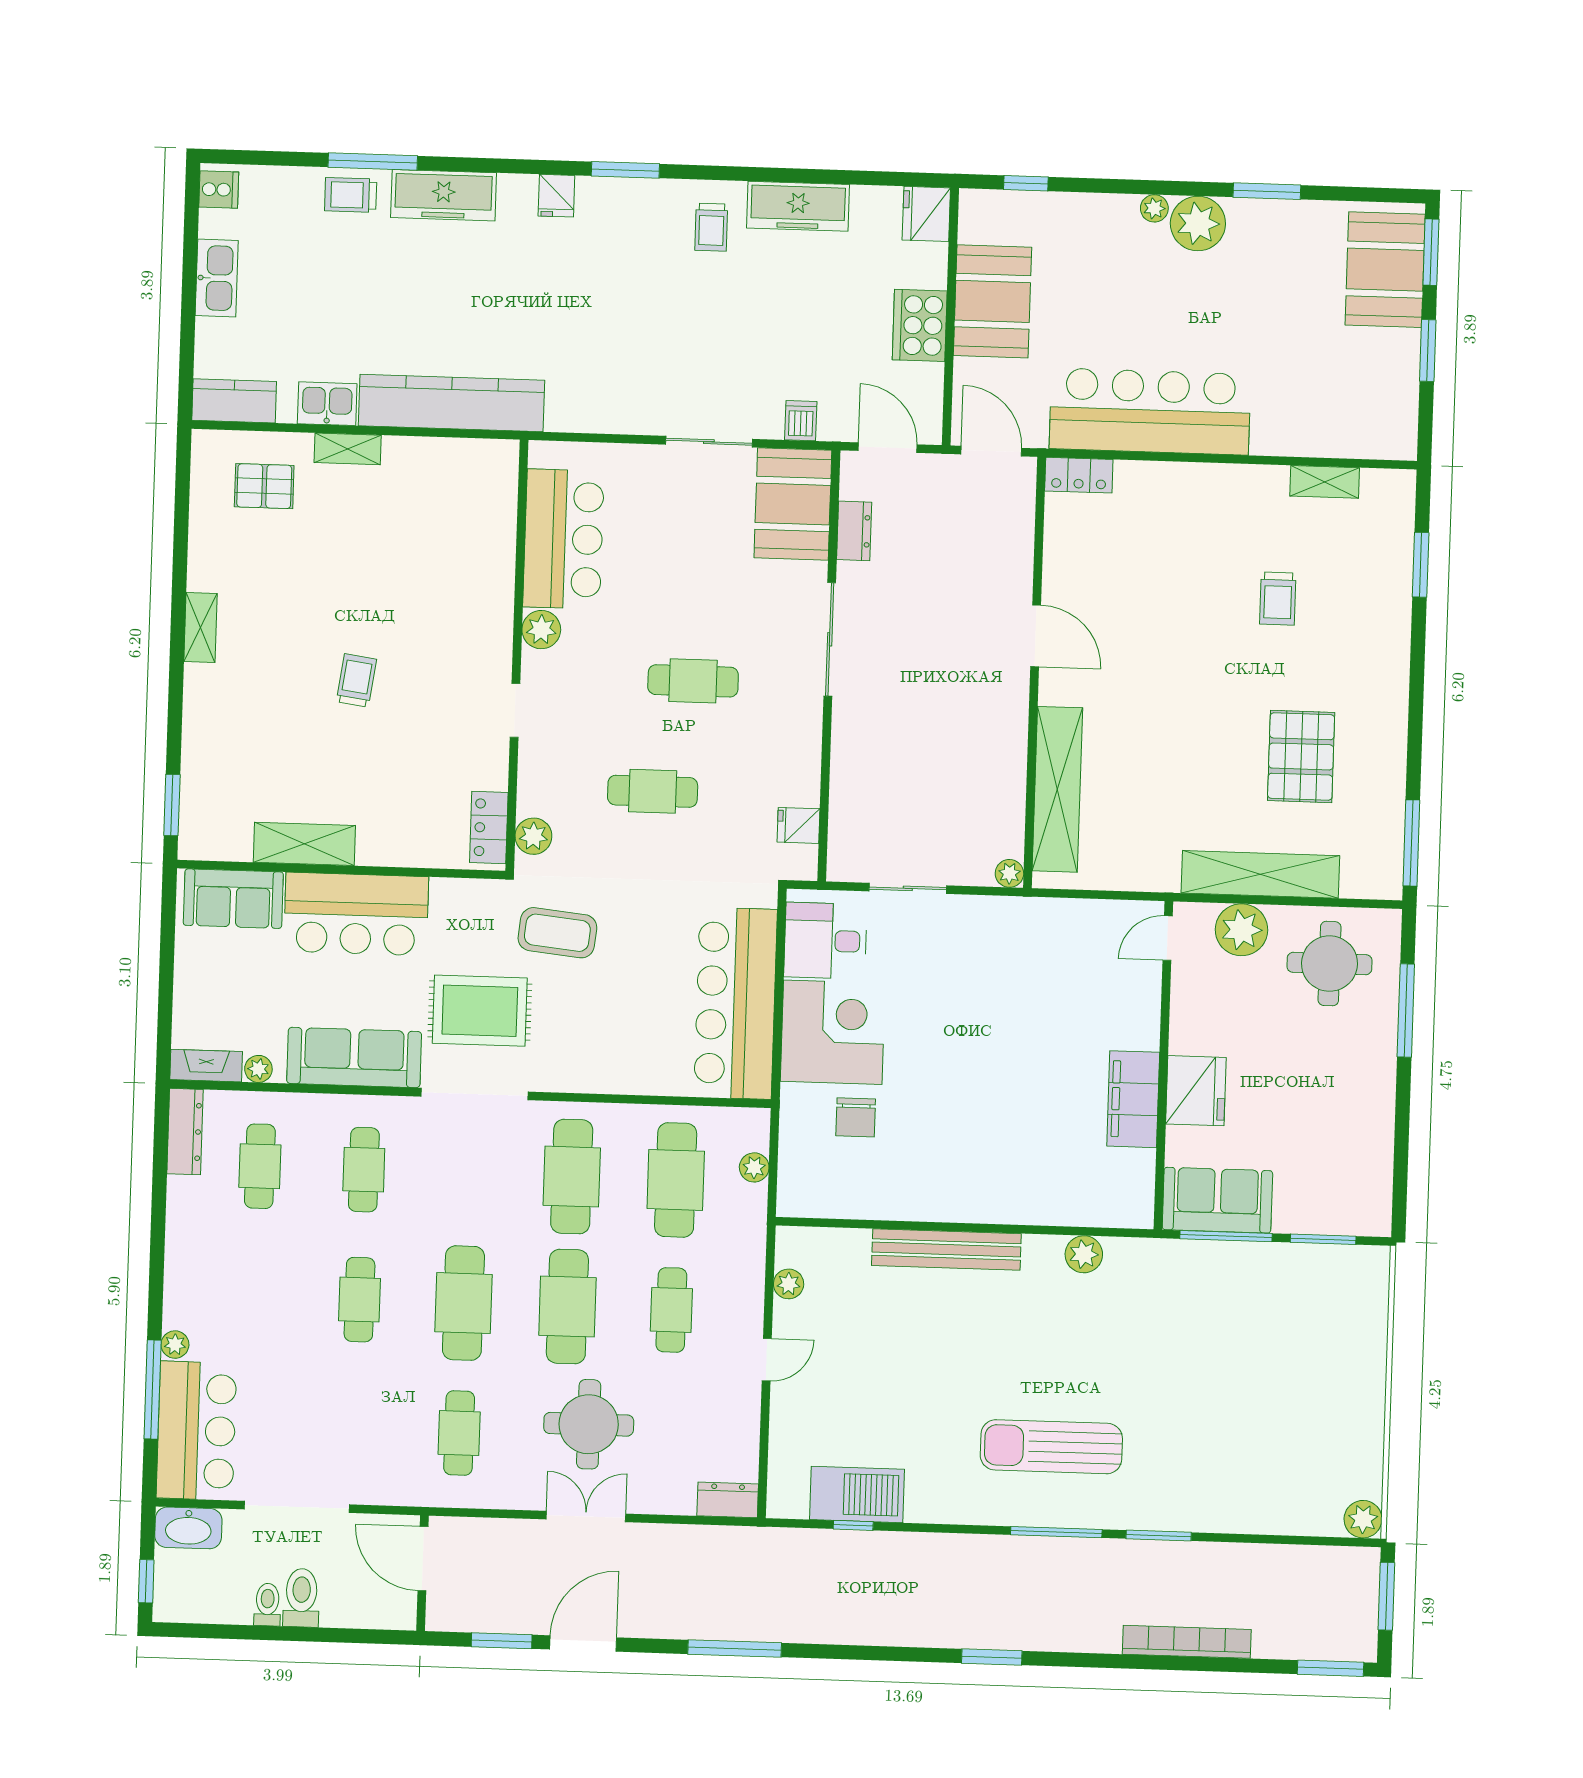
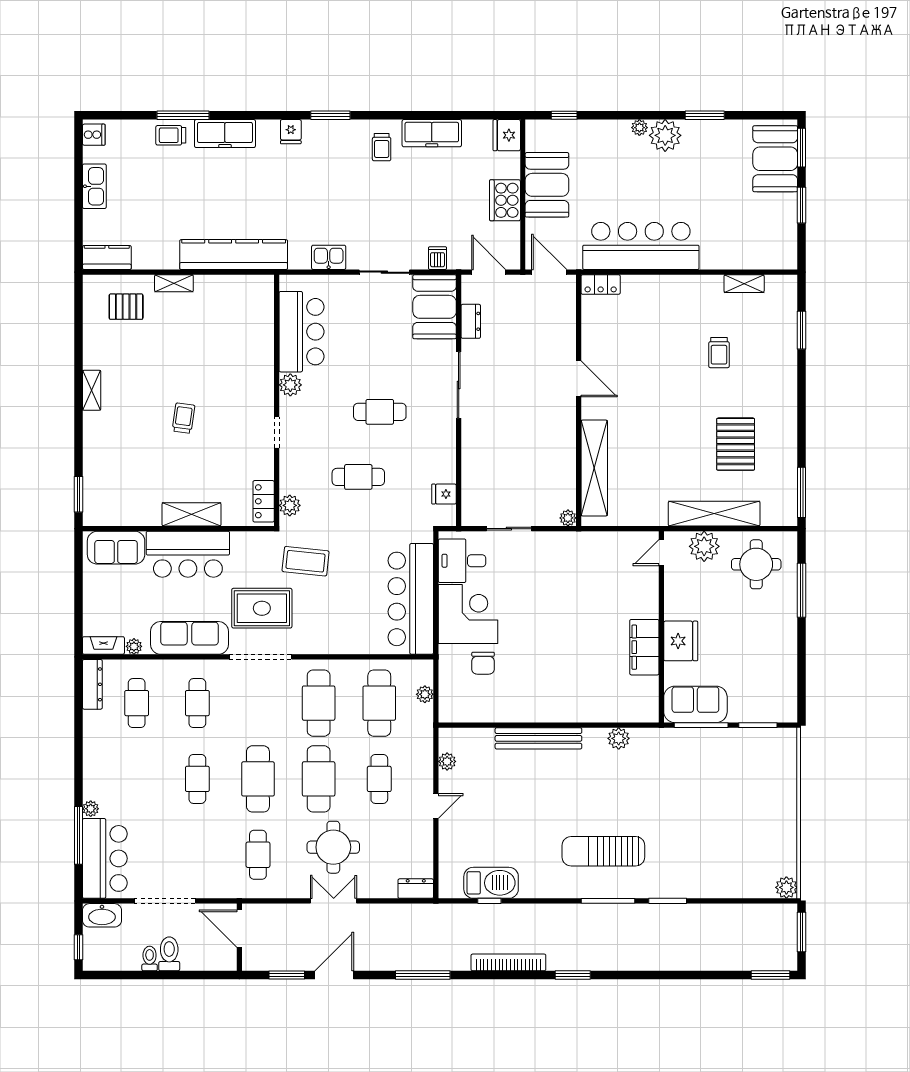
kitchen sink: (327, 404) -> (329, 257), moved
shelving: (304, 844) -> (192, 514), moved
bookcase: (1187, 1642) -> (508, 962), moved

